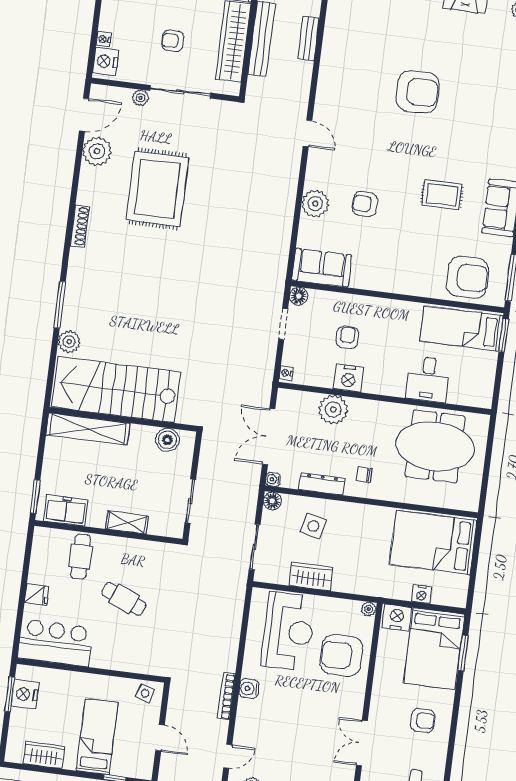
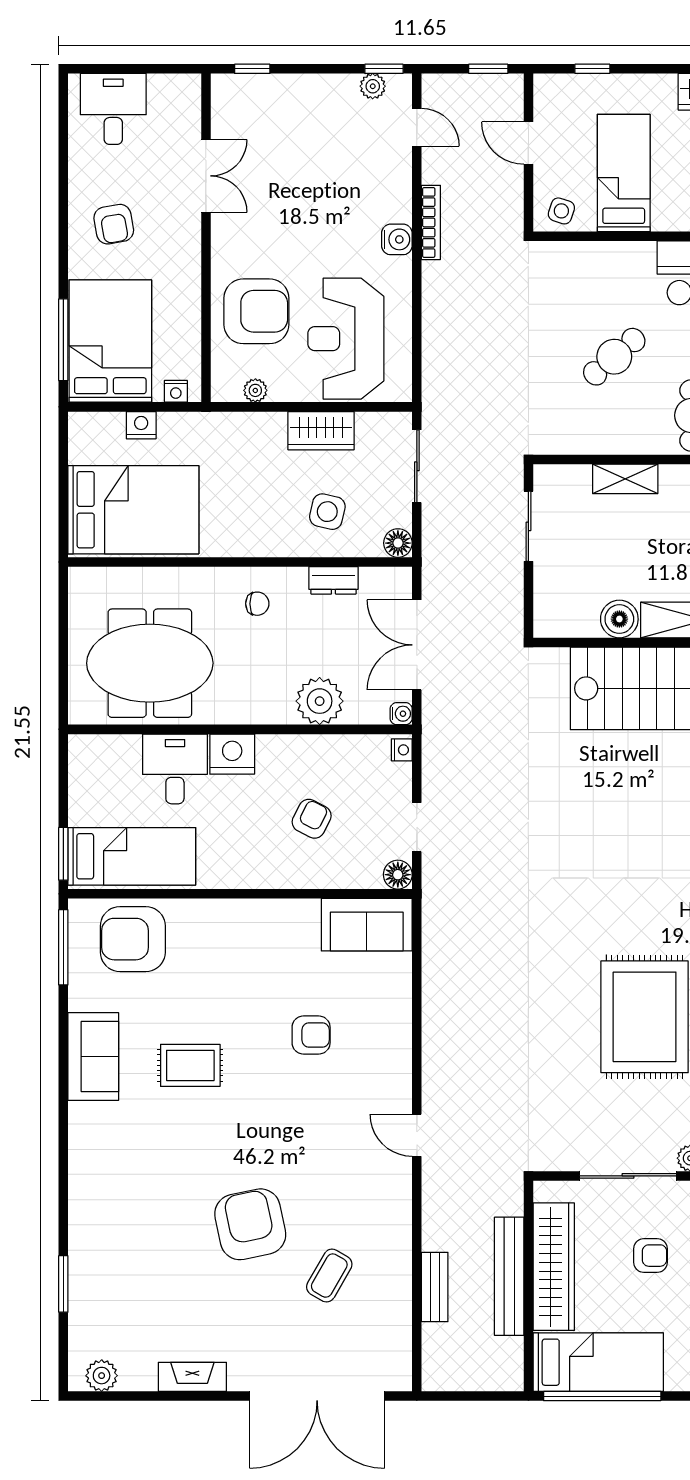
coffee table: (373, 54) -> (329, 1276), added
armchair: (417, 92) -> (250, 1224), turned 78
plant: (315, 204) -> (390, 1025), removed
armchair: (347, 337) -> (312, 819), turned -153
nightstand: (348, 378) -> (232, 754), moved
double door: (269, 437) -> (417, 645), swing flipped
boiler: (167, 440) -> (619, 619), moved
water cooler: (273, 479) -> (401, 714), moved
dresser: (322, 484) -> (333, 580), width x0.70
cafe table: (124, 599) -> (614, 357), turned -64
plant: (369, 609) -> (255, 390), moved
nightstand: (397, 618) -> (176, 391), width x0.53, depth x0.56
window: (463, 653) -> (63, 340), width x1.44
armchair: (423, 720) -> (114, 224), turned -100
bed: (97, 737) -> (624, 173), moved, turned 180
door: (228, 756) -> (417, 127), swing flipped

